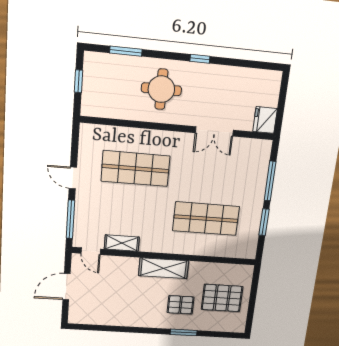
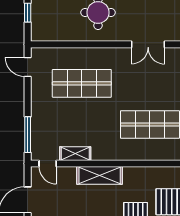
door: (73, 178) -> (28, 67), moved
shelving: (164, 268) -> (100, 175), moved

